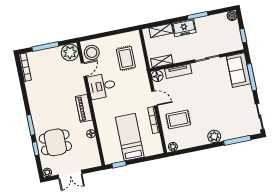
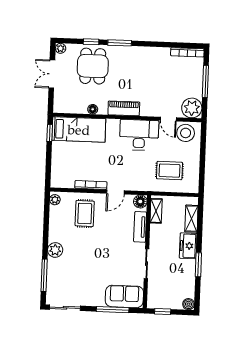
desk: (102, 86) -> (139, 135), width x1.37
bed: (130, 137) -> (79, 130), moved

